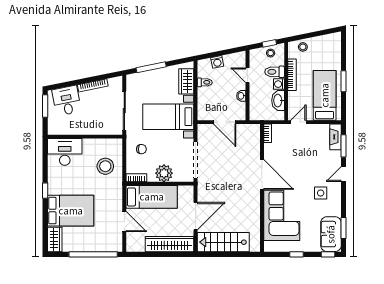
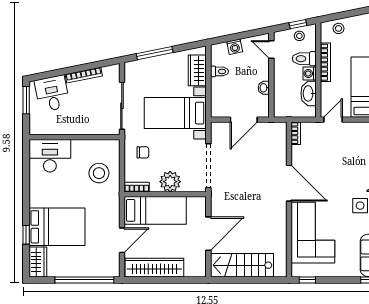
door: (247, 75) -> (271, 50), moved
door: (225, 122) -> (244, 120), hinge flipped
window: (45, 191) -> (26, 235), moved
door: (124, 222) -> (122, 240), hinge flipped
wardrobe: (170, 244) -> (154, 268), moved
window: (296, 254) -> (307, 280), moved

